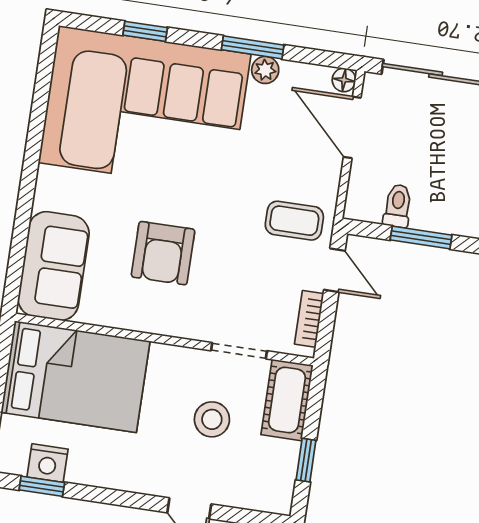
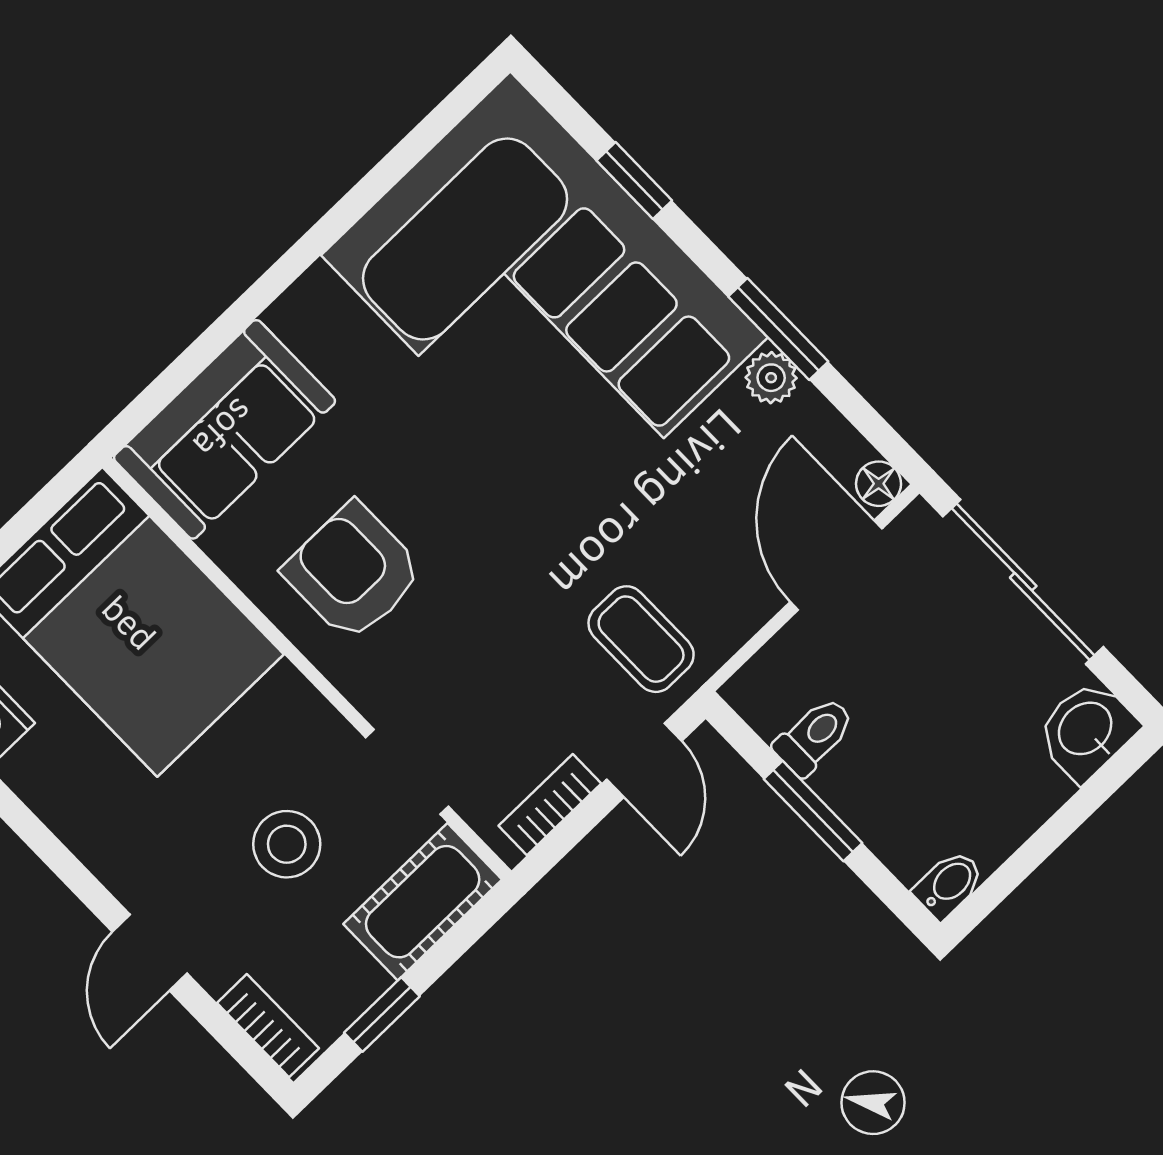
armchair: (163, 253) -> (353, 572), moved, turned 90
bookcase: (262, 501) -> (268, 1026), added

